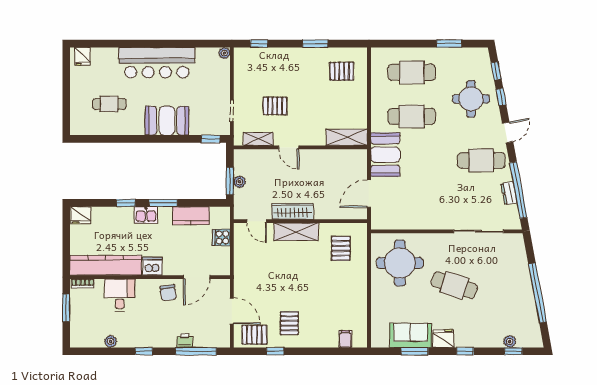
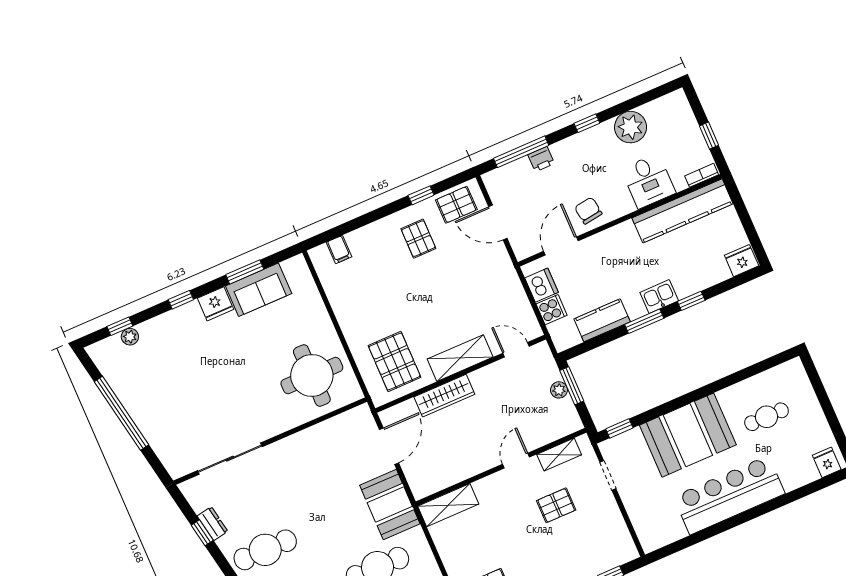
plant: (224, 53) -> (649, 544), removed
booth: (167, 121) -> (688, 435), width x1.36, depth x1.42
door: (289, 147) -> (516, 461), hinge flipped
window: (518, 190) -> (202, 533), width x0.32
wardrobe: (292, 211) -> (444, 396), moved
pallet: (341, 248) -> (394, 361), width x1.50, depth x1.42
dishwasher: (152, 266) -> (541, 285), moved, turned -90
cafe table: (454, 285) -> (231, 377), removed
window: (66, 308) -> (709, 136), width x0.67
plant: (111, 341) -> (631, 127), width x1.88, depth x1.88

